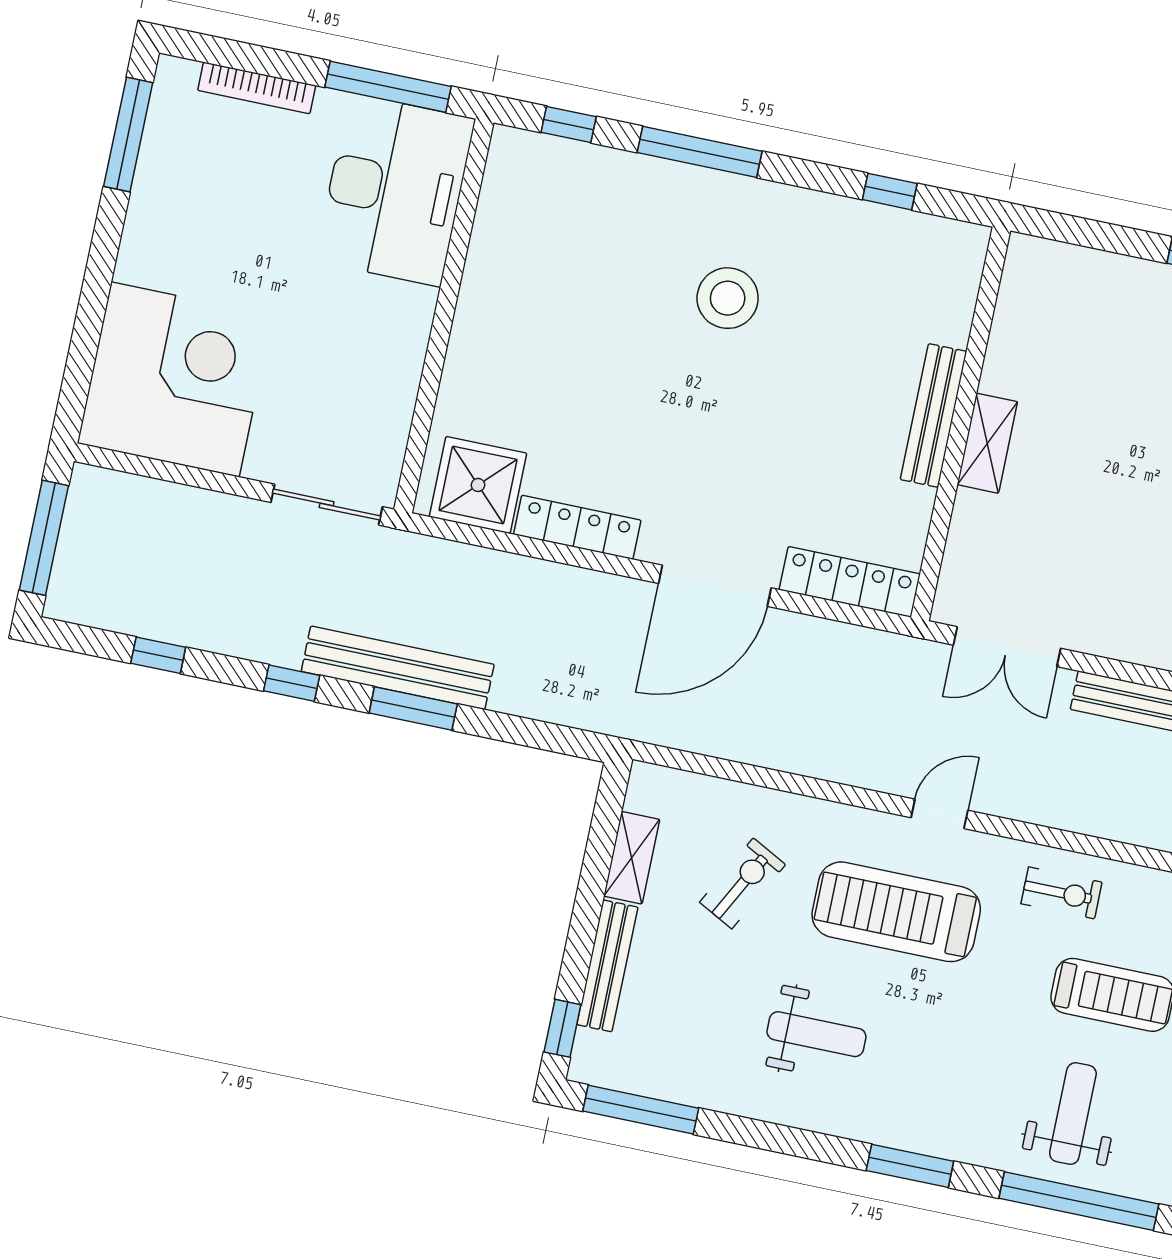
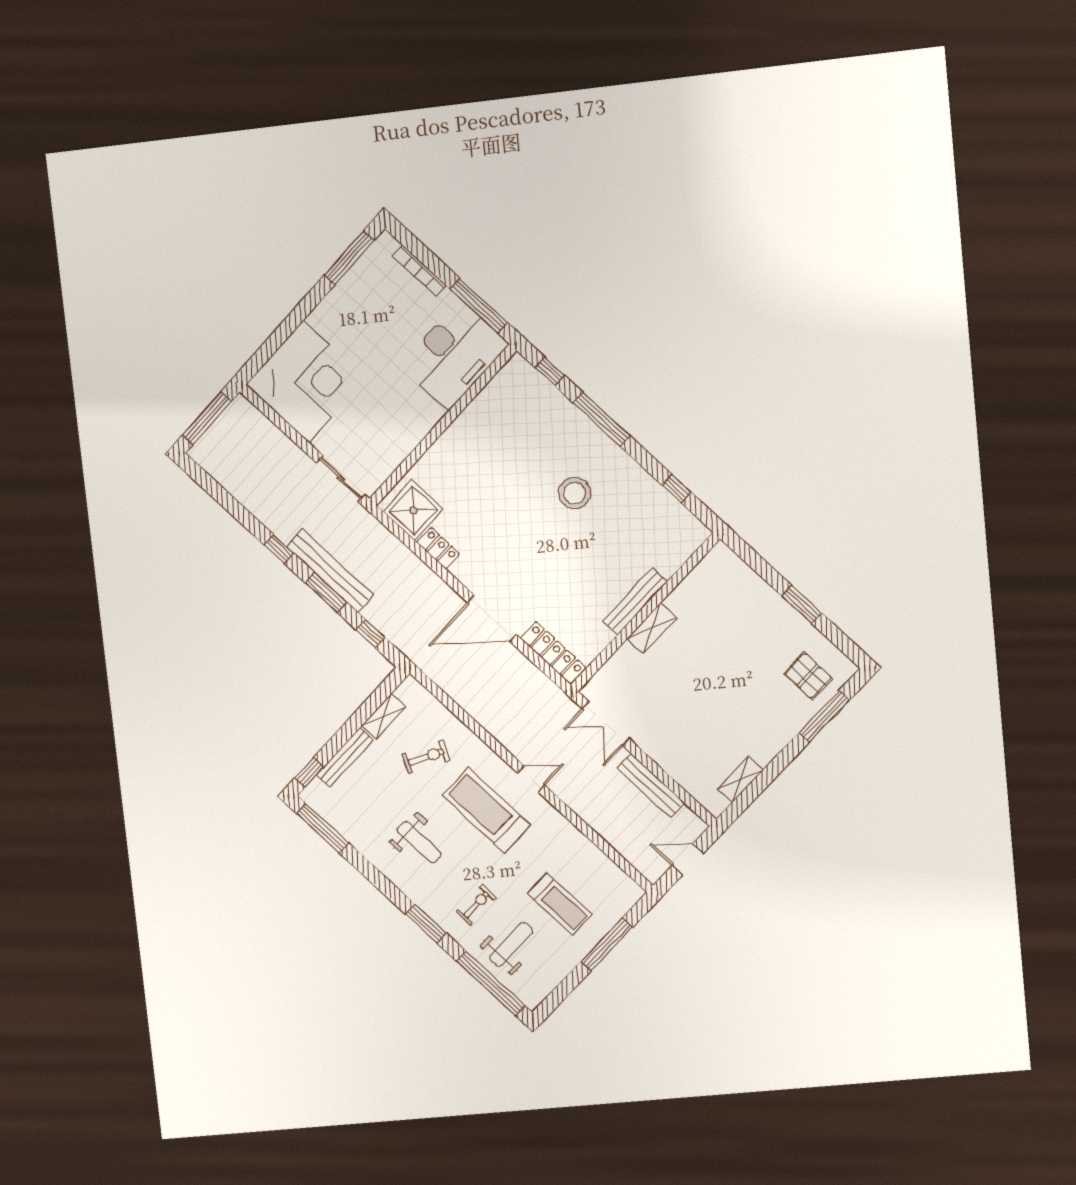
locker: (577, 527) -> (438, 548), width x0.66
window: (158, 655) -> (370, 634), moved
exercise bike: (1061, 893) -> (476, 905), moved, turned -90

